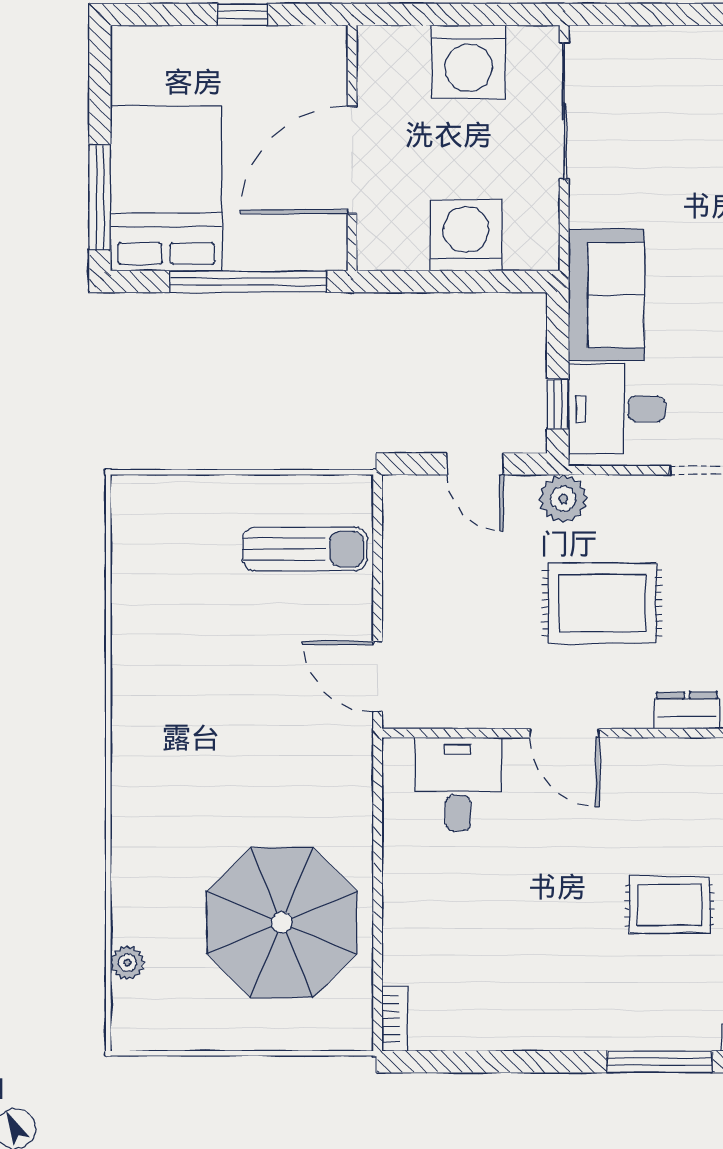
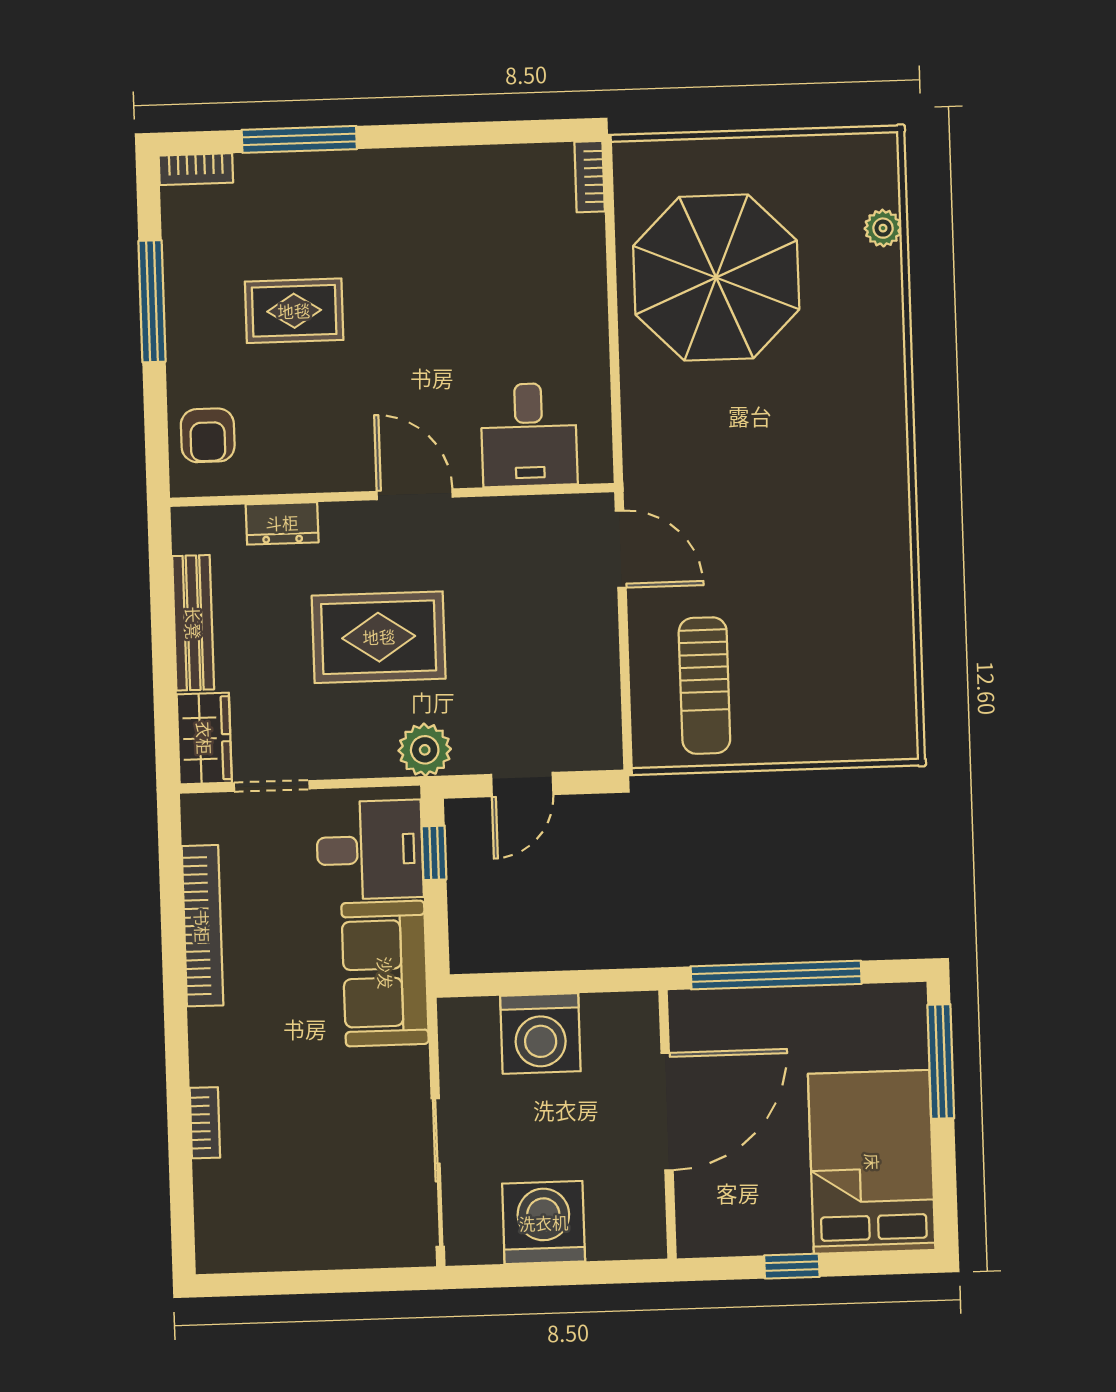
bed: (166, 188) -> (872, 1162), moved, turned 180
door: (475, 464) -> (522, 785), swing flipped
sun lounger: (305, 549) -> (704, 686), turned -90

